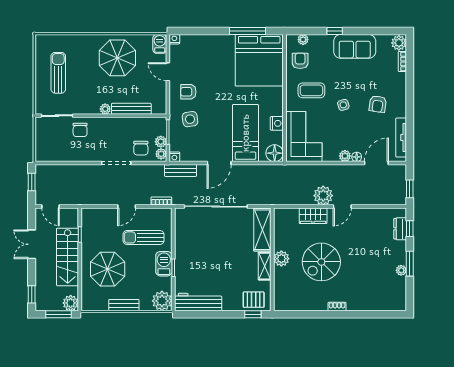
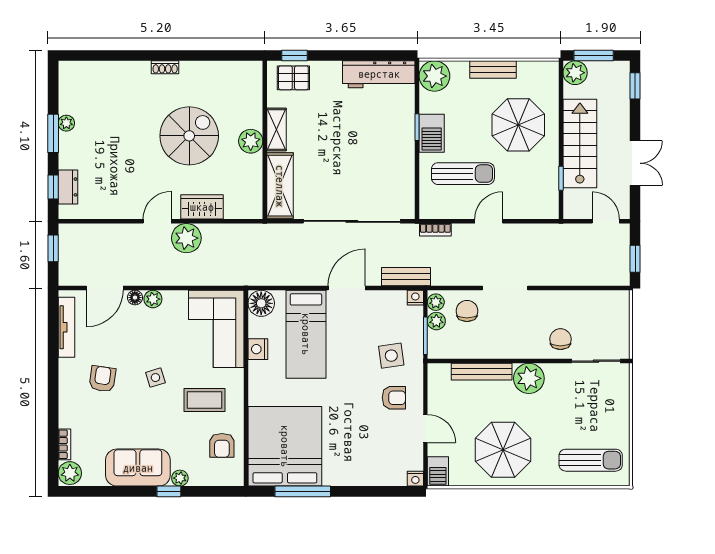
plant: (303, 40) -> (180, 478), moved
sun lounger: (58, 73) -> (591, 460), moved, turned -90
plant: (105, 109) -> (529, 378), width x1.88, depth x1.88

